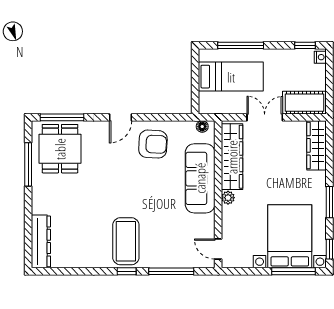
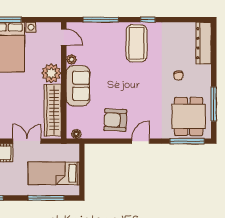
double door: (265, 117) -> (27, 141), swing flipped
sofa: (200, 178) -> (78, 86), width x0.73
plant: (228, 198) -> (51, 73), width x1.88, depth x1.88
chair: (73, 200) -> (178, 76), added
plant: (208, 221) -> (71, 59), added
window: (127, 271) -> (148, 20), moved

